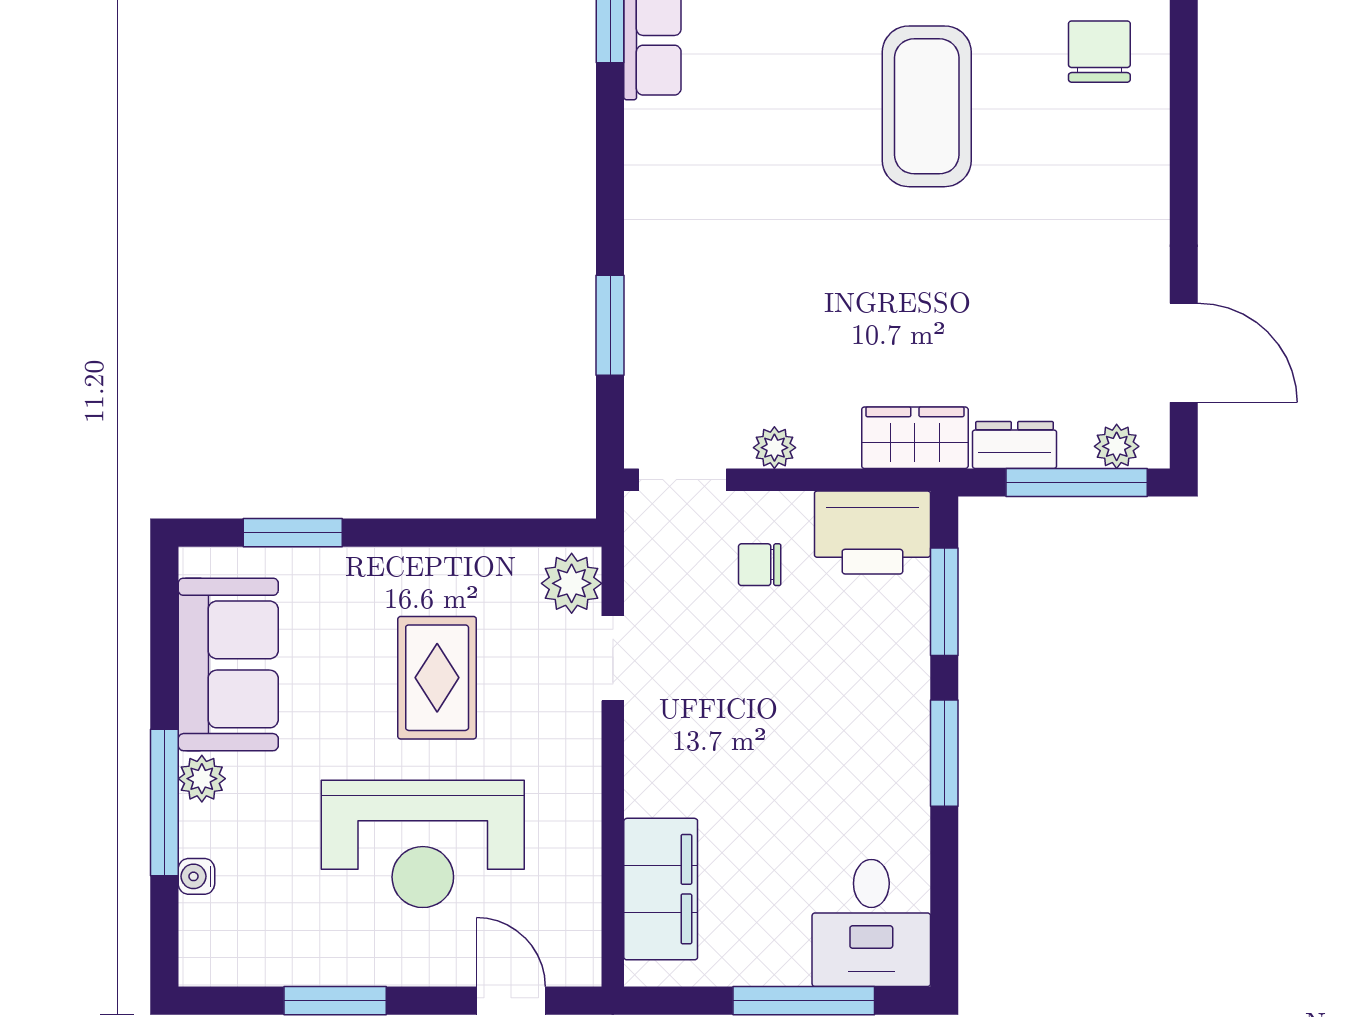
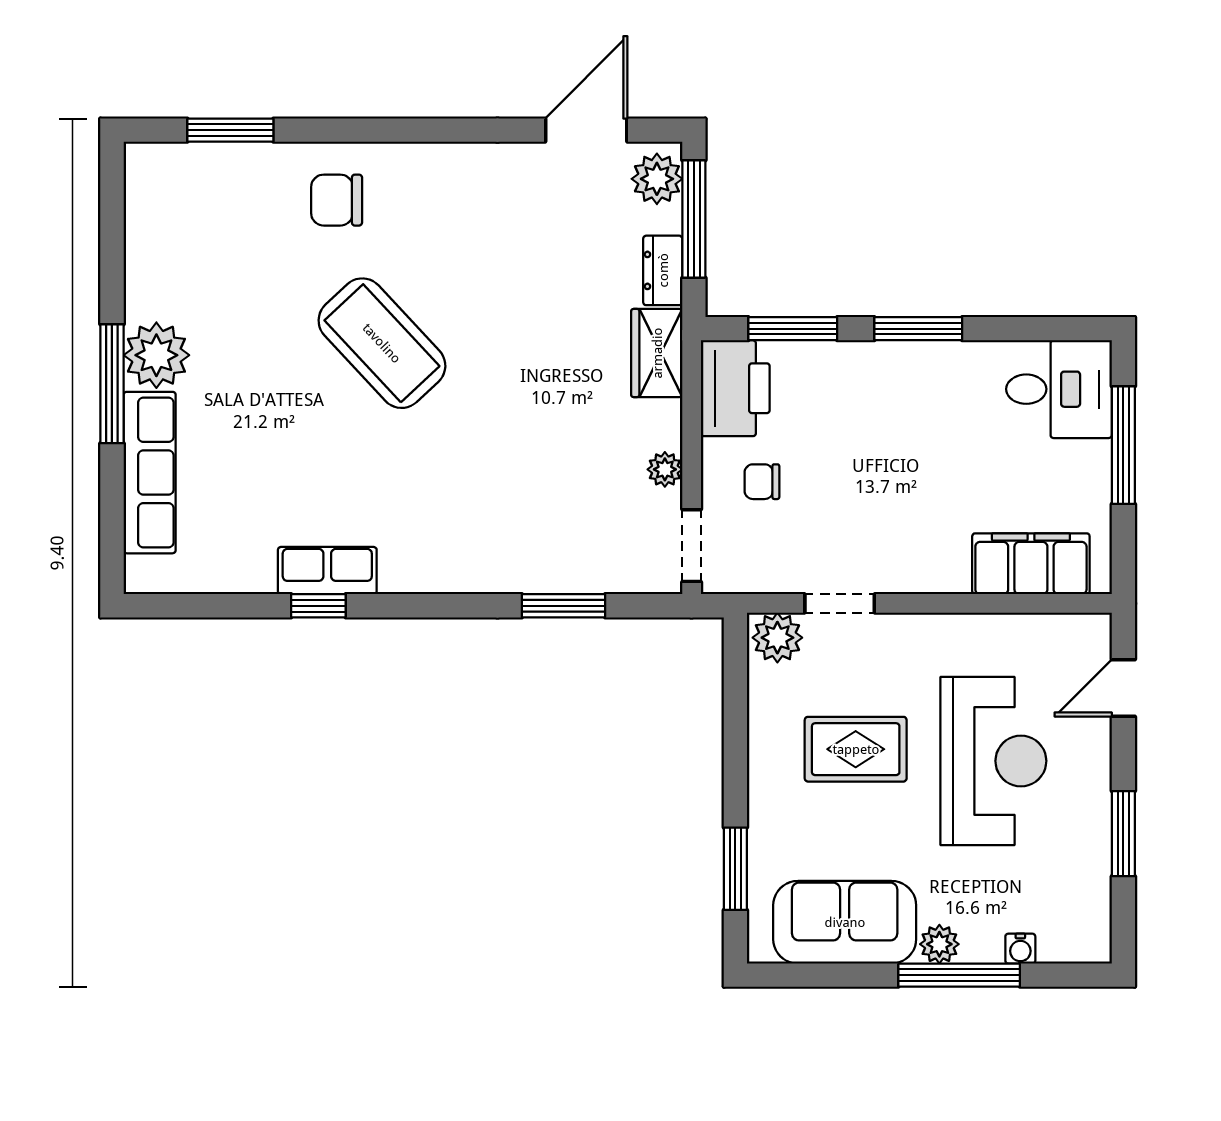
coffee table: (927, 106) -> (382, 343), turned 47
plant: (1117, 446) -> (657, 179), width x1.38, depth x1.38
chair: (760, 565) -> (762, 482), turned 90

